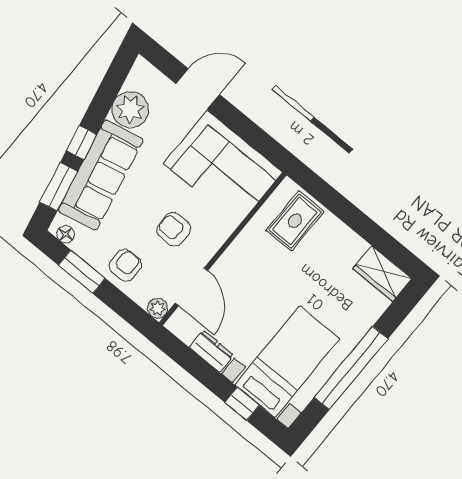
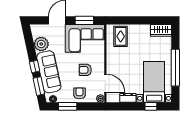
window: (251, 133) -> (84, 20), added

